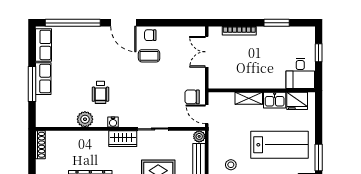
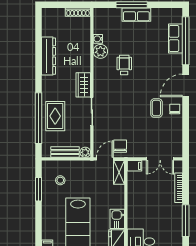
window: (277, 23) -> (186, 221), width x1.44
row of seats: (43, 45) -> (176, 38), moved, turned 90
double door: (207, 52) -> (160, 159), swing flipped
filing cabinet: (214, 81) -> (135, 166), added
wheelchair: (100, 92) -> (124, 65), turned 90
shelving: (249, 98) -> (119, 172), moved
water cooler: (113, 122) -> (98, 39), moved

